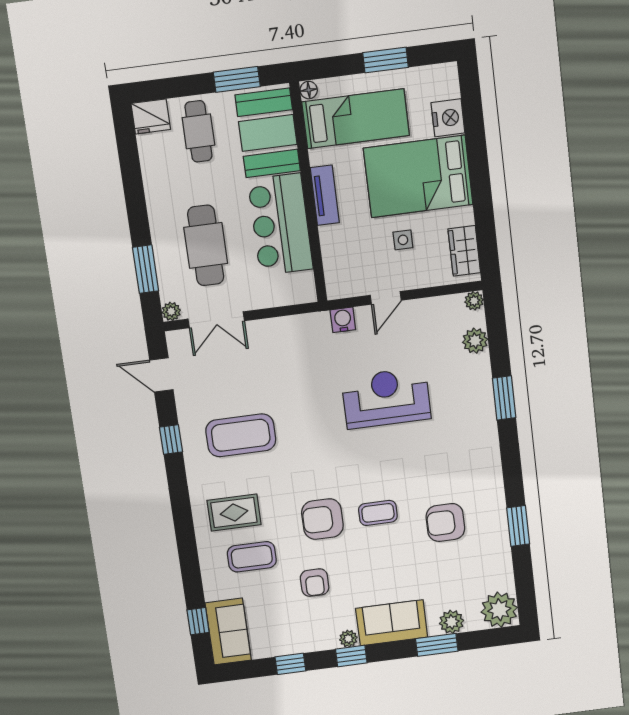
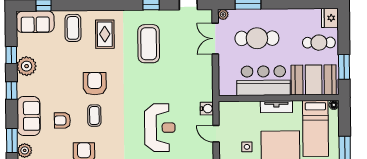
coffee table: (252, 557) -> (73, 28), moved
armchair: (315, 583) -> (62, 120), moved
plant: (348, 639) -> (27, 66), moved, width x1.88, depth x1.88

